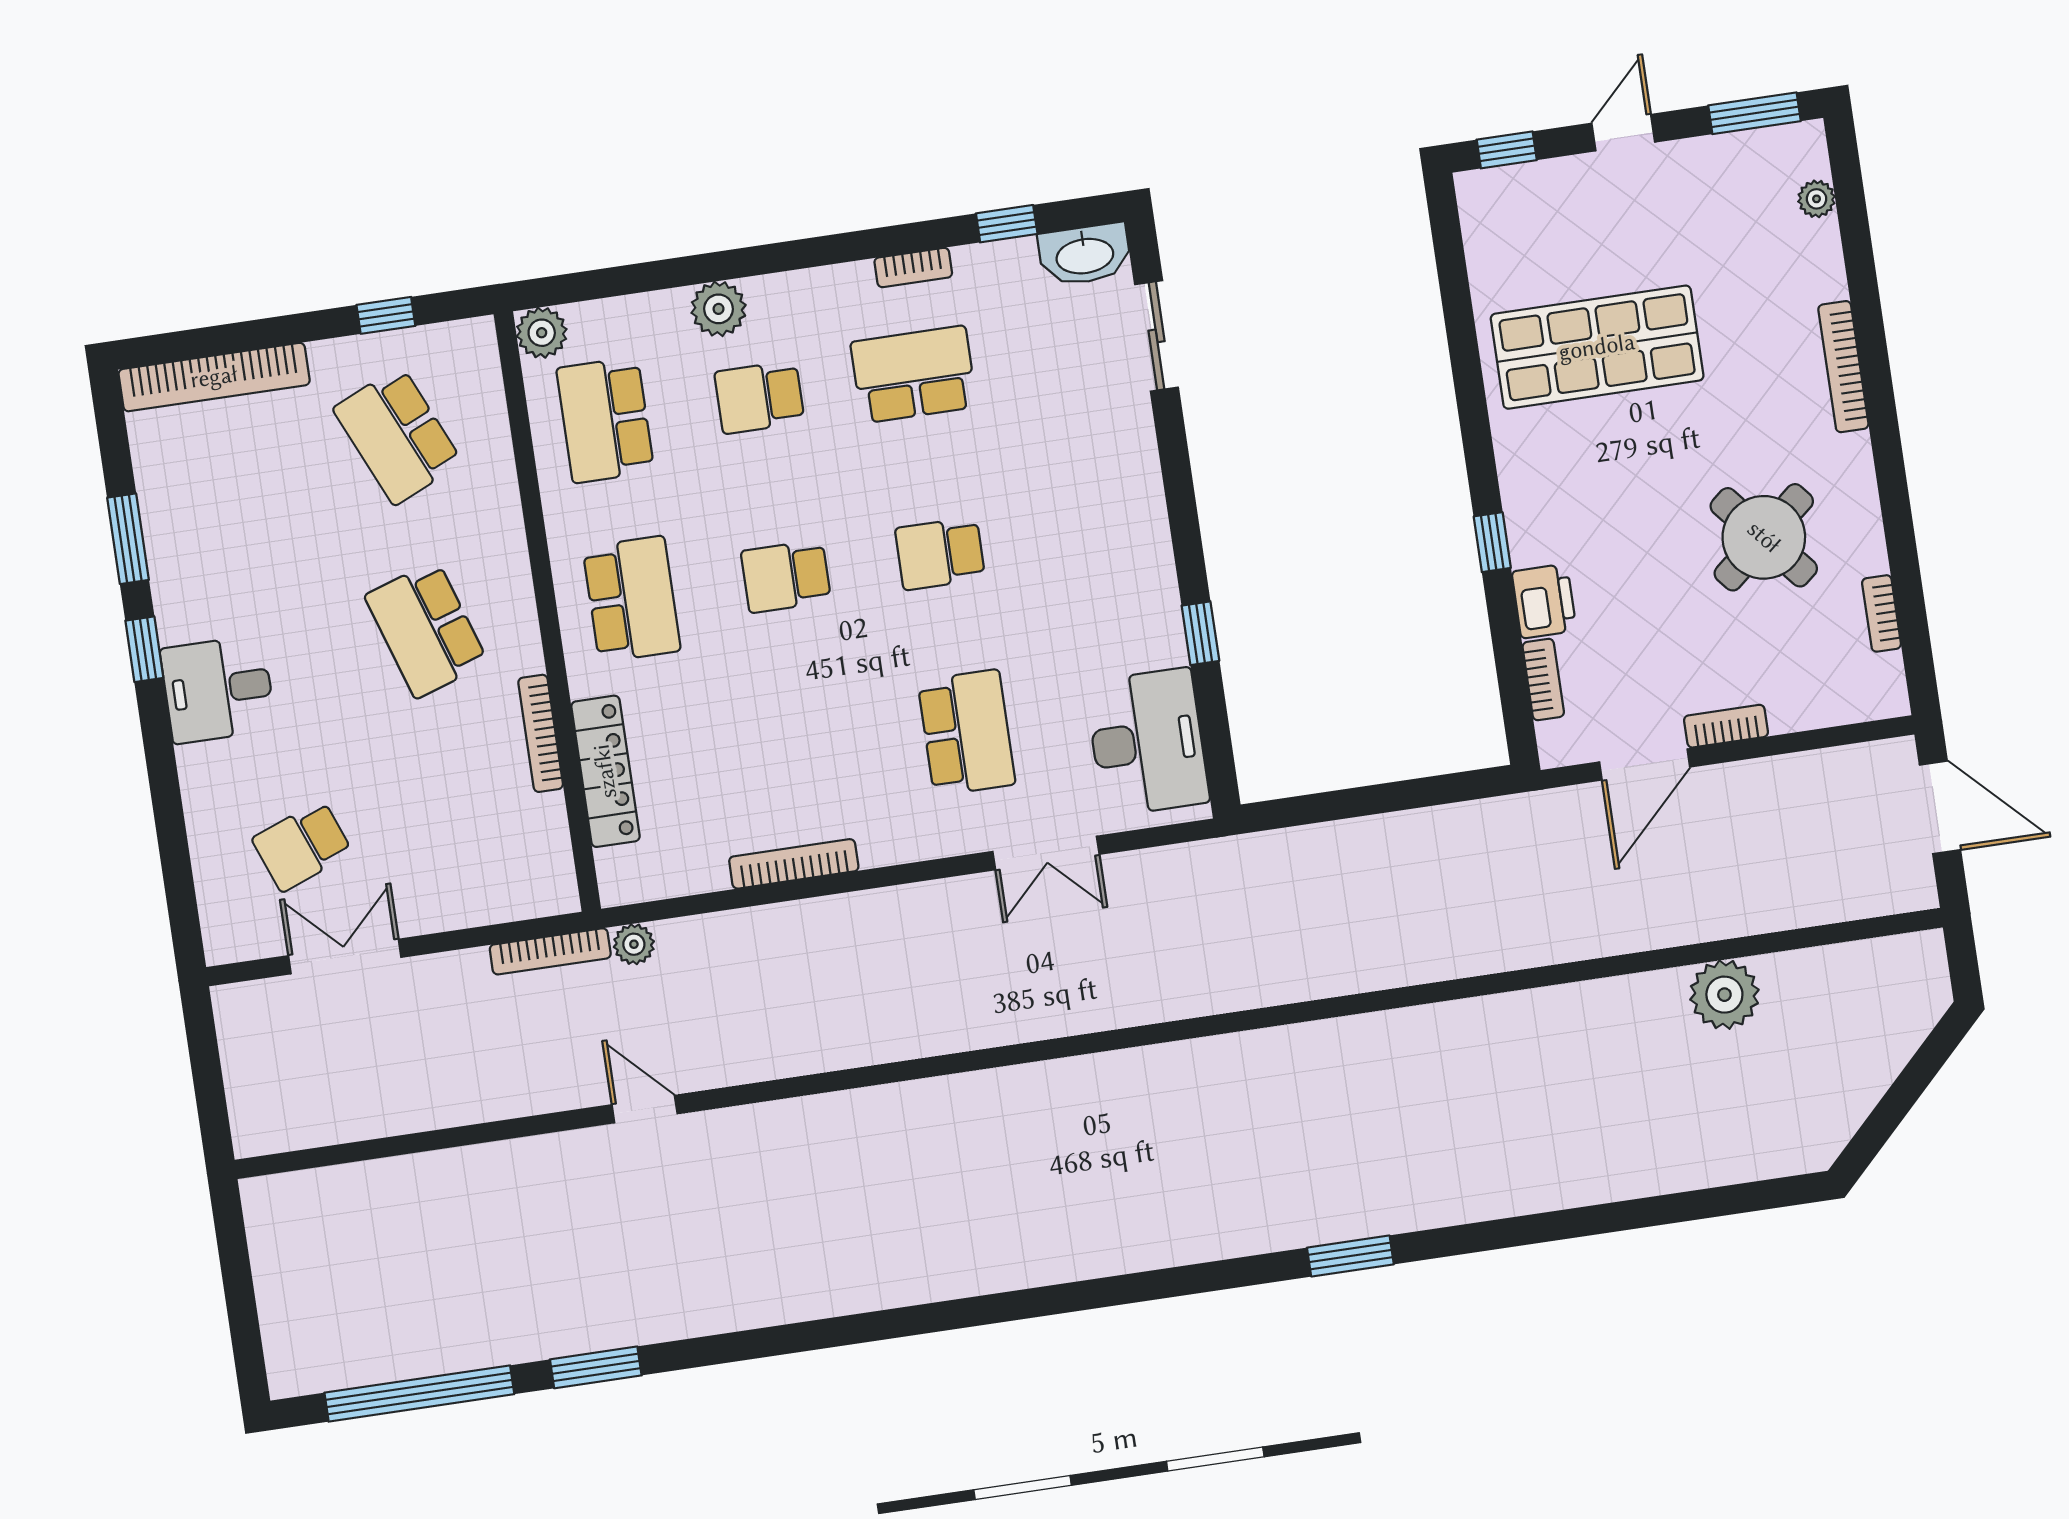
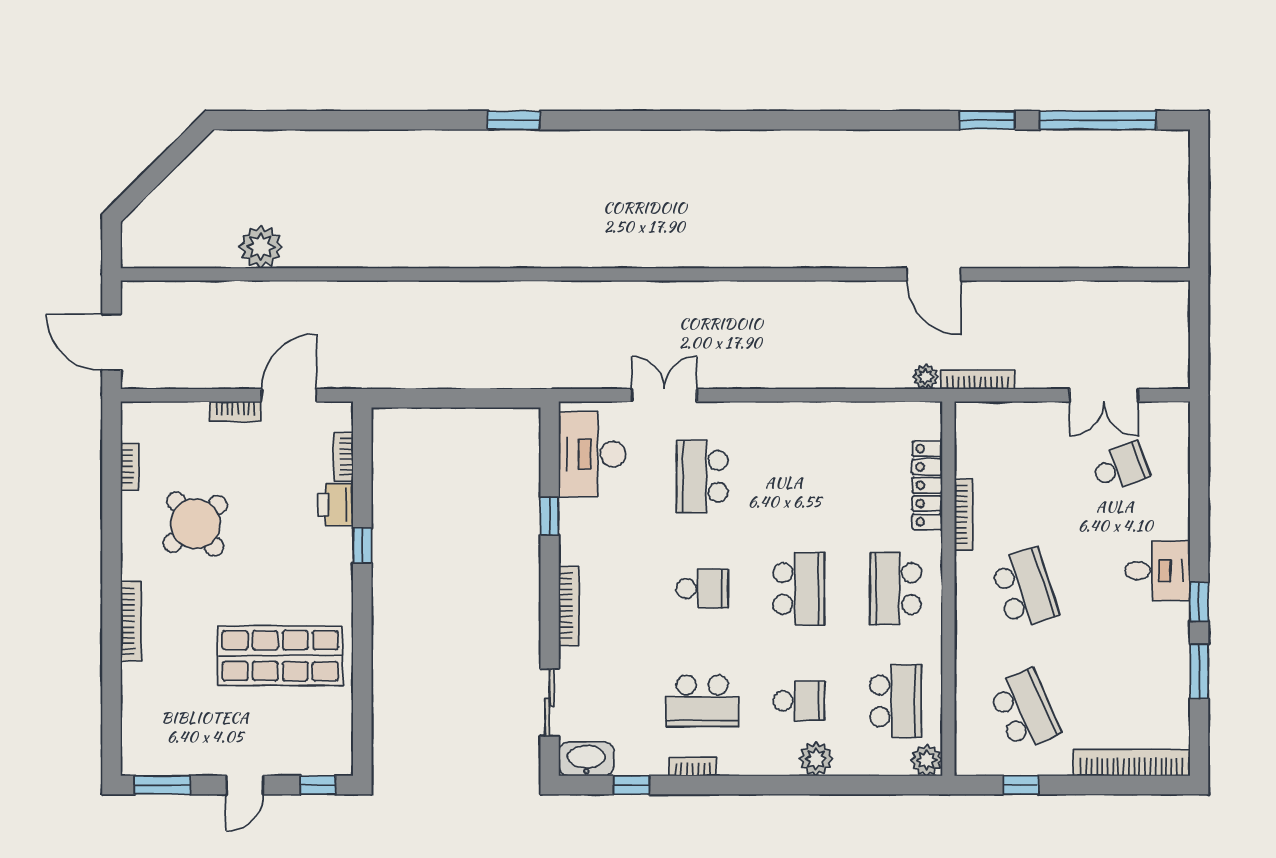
plant: (1817, 199) -> (132, 727), removed
school desk: (786, 576) -> (799, 589), width x1.85
bookcase: (794, 864) -> (569, 606), moved, turned -90
door: (645, 1109) -> (934, 274), width x1.38

